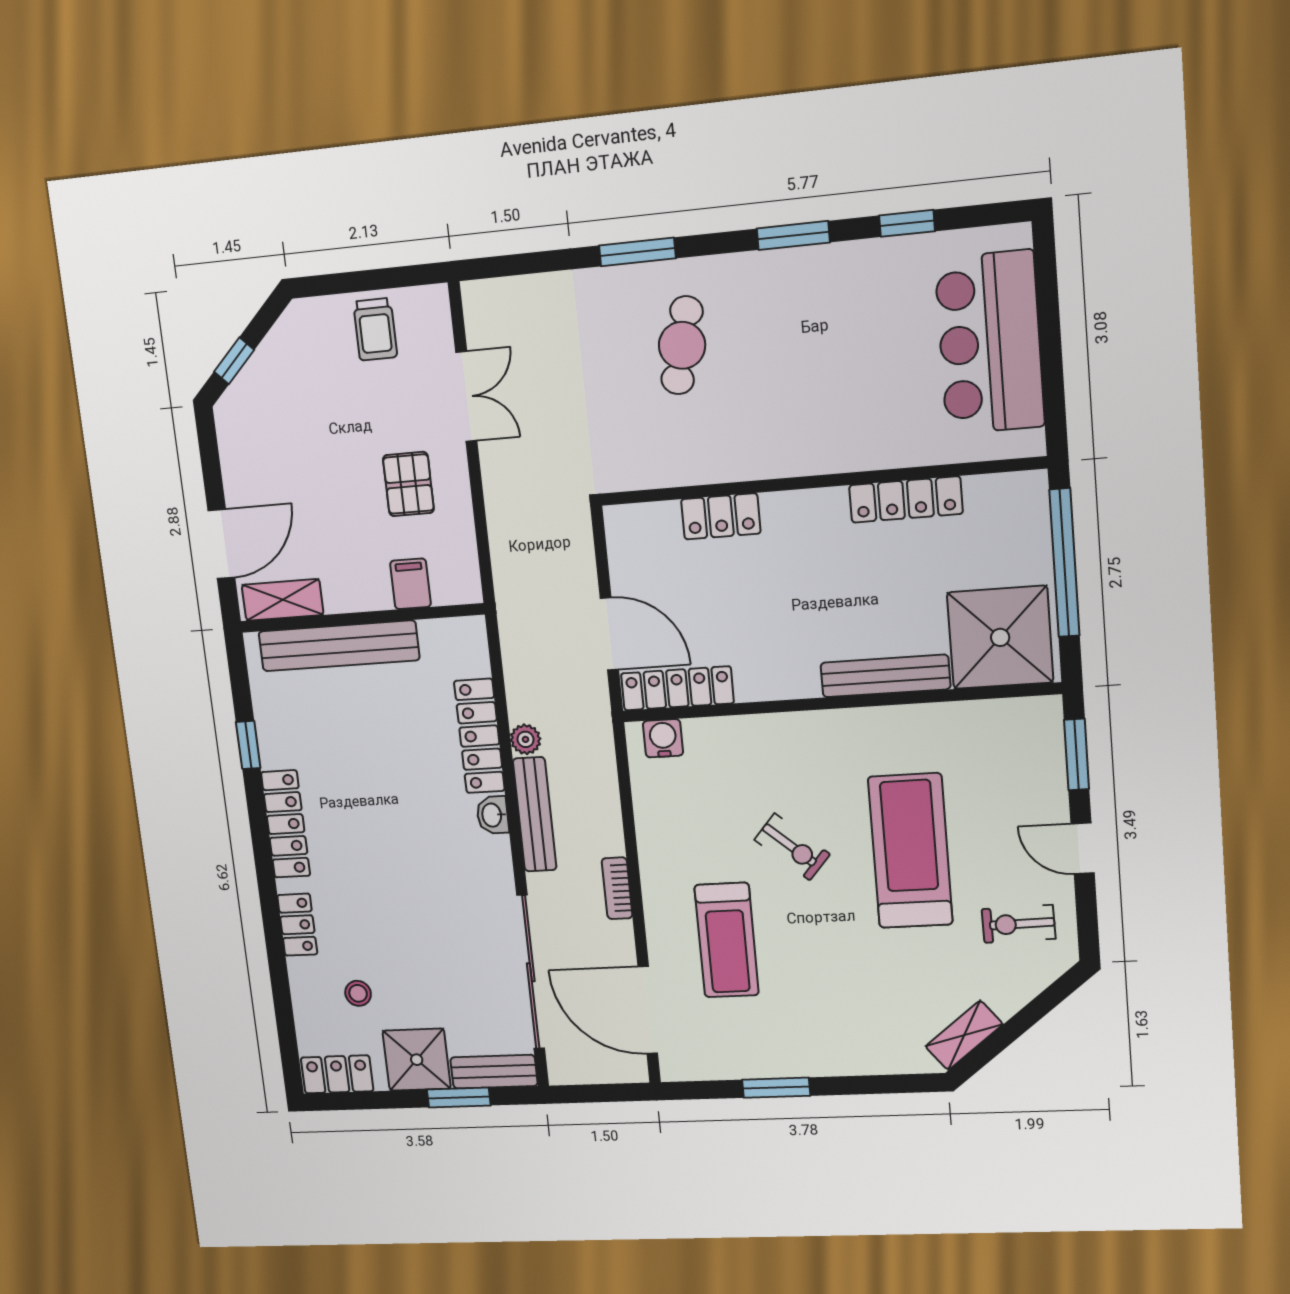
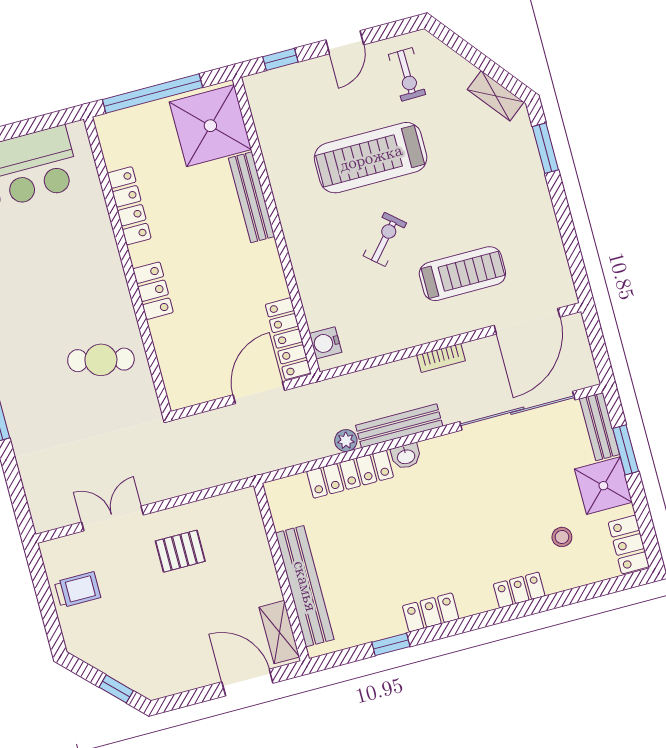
cafe table: (682, 345) -> (101, 360), moved
locker: (721, 516) -> (153, 291), moved
filing cabinet: (410, 584) -> (250, 540), removed
window: (1077, 754) -> (280, 59), width x0.67
locker: (286, 824) -> (431, 612), width x0.66
window: (776, 1088) -> (545, 148), moved

